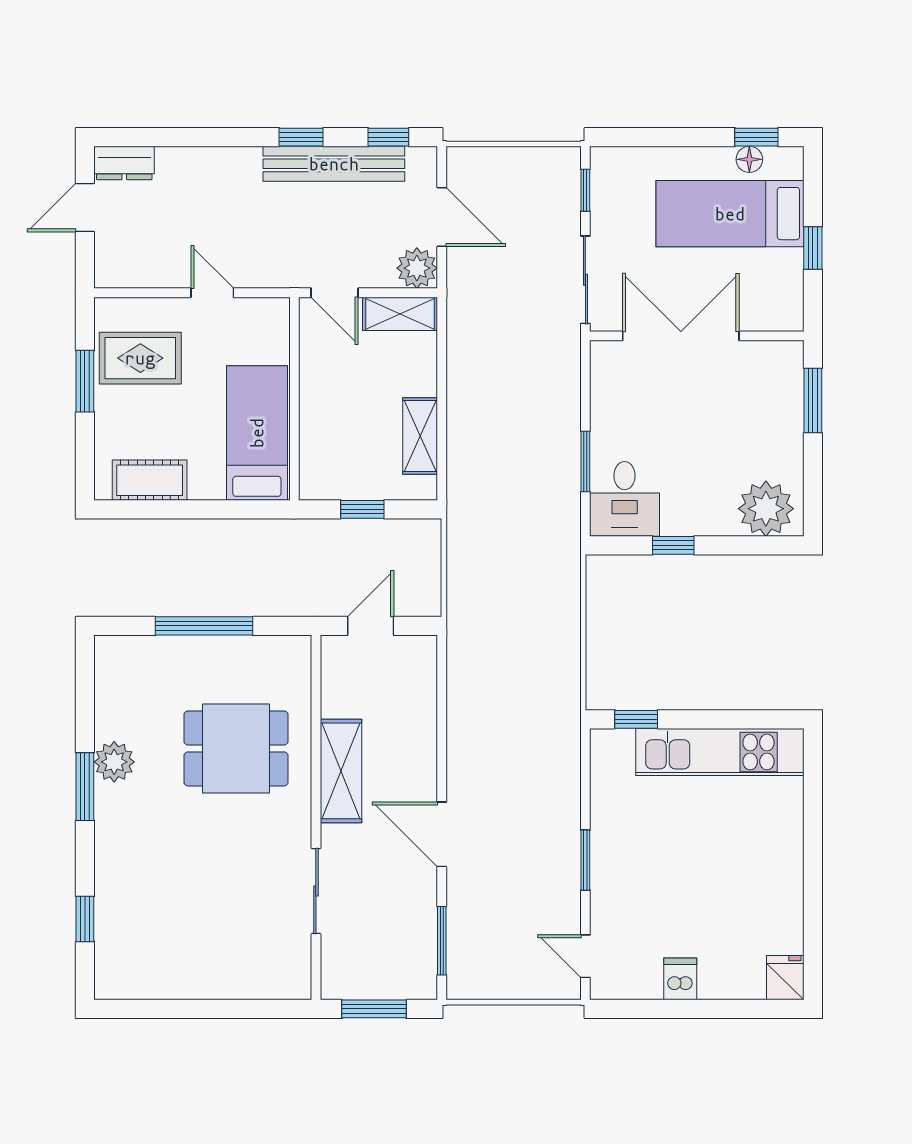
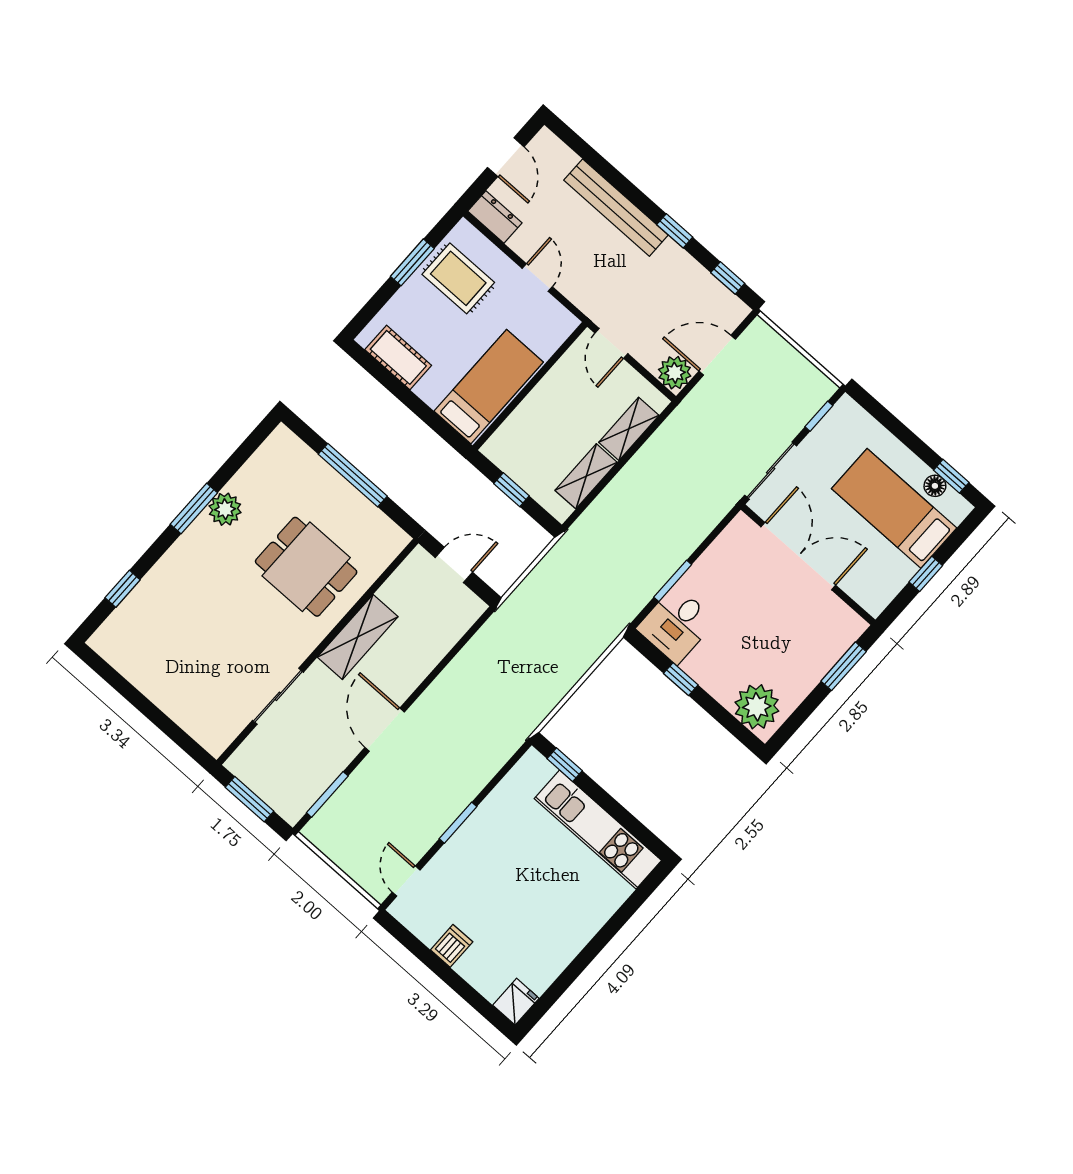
dresser: (124, 163) -> (495, 217), moved, turned 180
bench: (334, 164) -> (616, 208), moved
door: (85, 208) -> (506, 157), swing flipped
door: (442, 217) -> (717, 355), swing flipped
shelving: (400, 314) -> (629, 429), moved, turned 90

